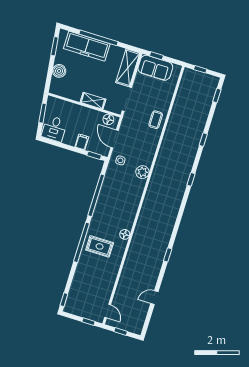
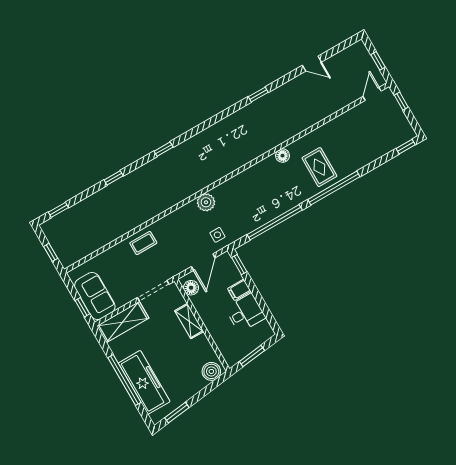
boiler: (59, 71) -> (211, 371), moved
desk: (54, 129) -> (245, 313), moved

